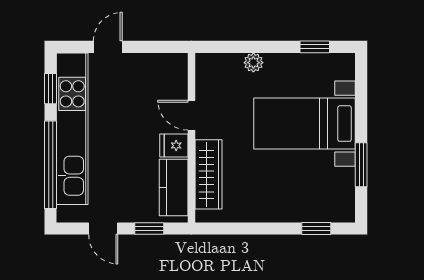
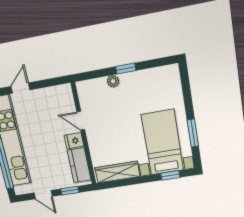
window: (315, 47) -> (126, 68), moved
bed with nightstands: (305, 124) -> (162, 142), moved, turned 90
wardrobe: (208, 174) -> (117, 172), moved, turned -90

